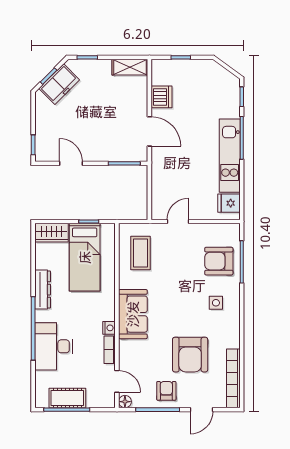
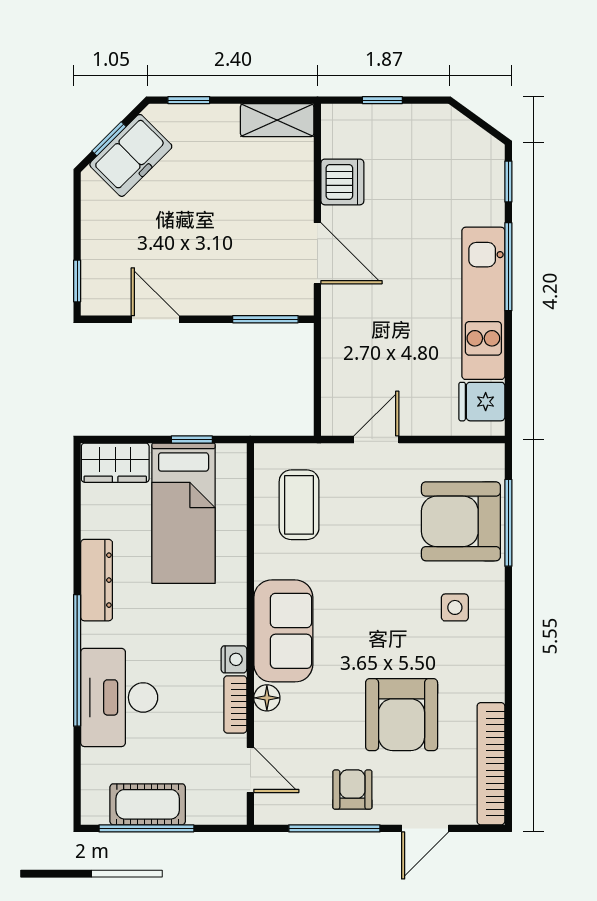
armchair: (219, 261) -> (461, 521), width x1.36, depth x1.36
floor lamp: (125, 402) -> (267, 698), moved

